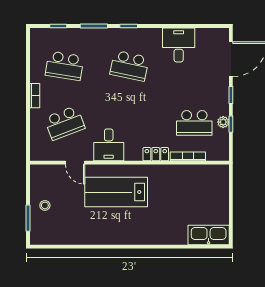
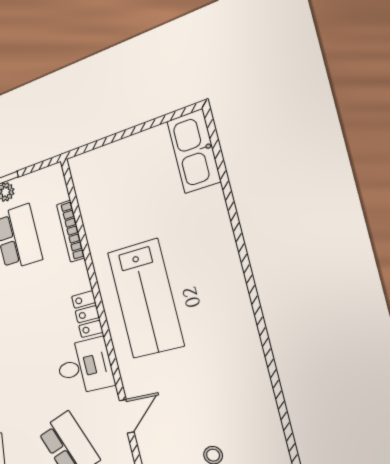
locker: (156, 154) -> (87, 314), moved
lab bench: (116, 192) -> (145, 299), moved

